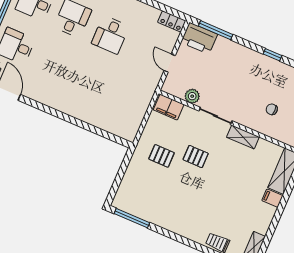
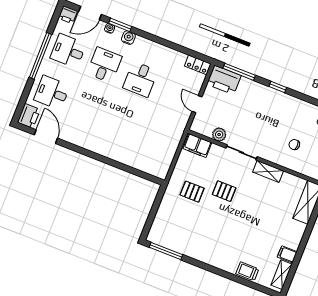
window: (273, 55) -> (278, 87), moved
filing cabinet: (272, 198) -> (287, 254), moved

